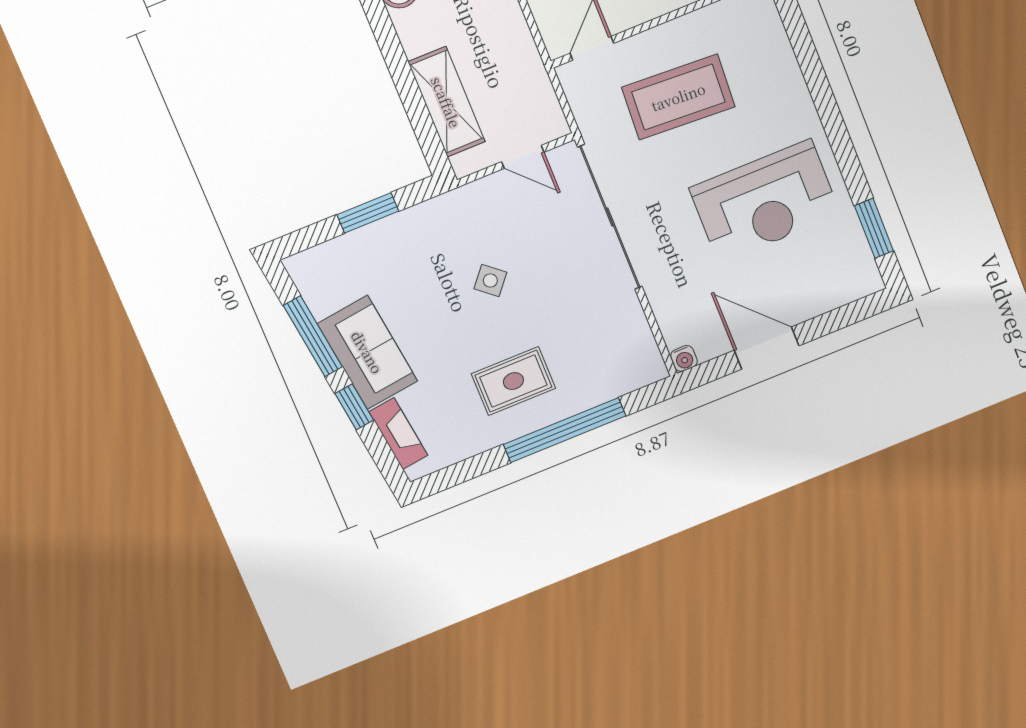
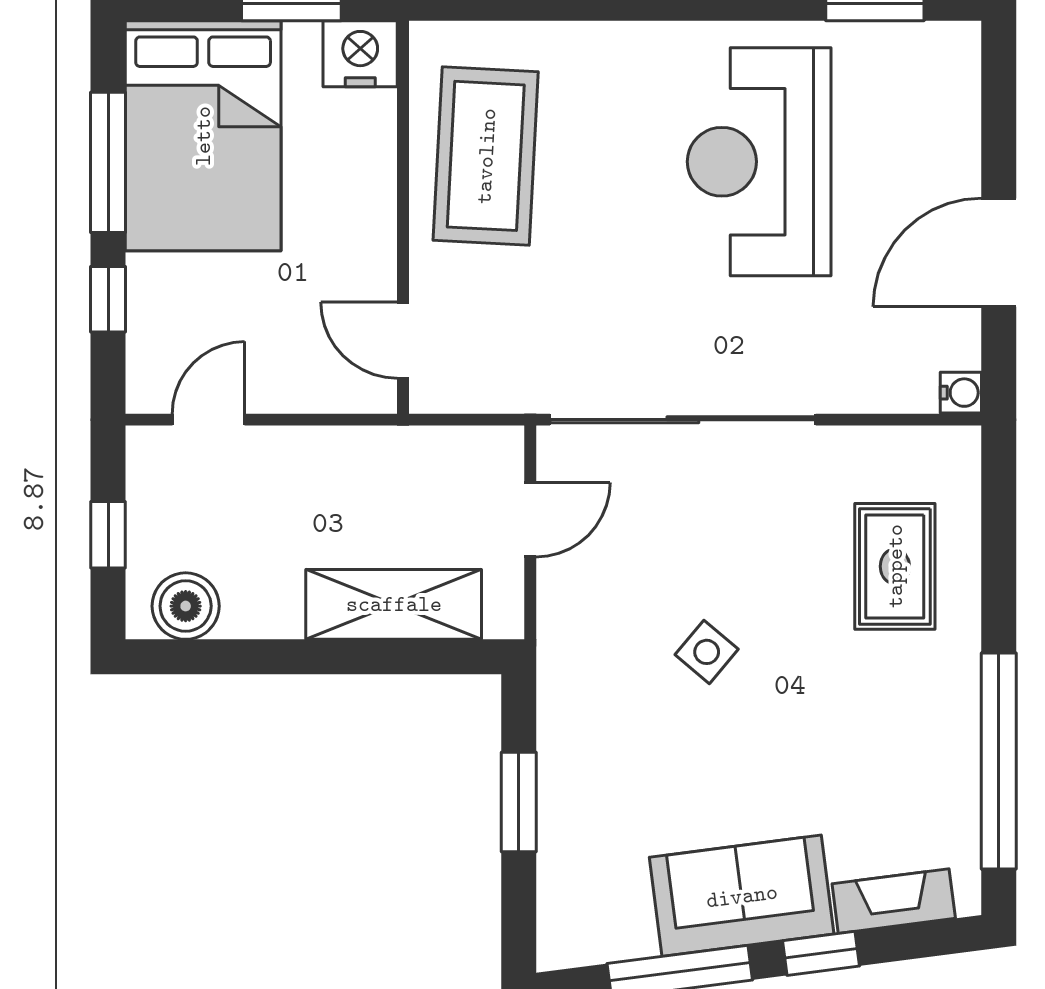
coffee table: (678, 97) -> (486, 156), moved
reception desk: (765, 201) -> (759, 162), turned 180
rug: (513, 381) -> (895, 566), moved
window: (565, 430) -> (999, 761), moved

